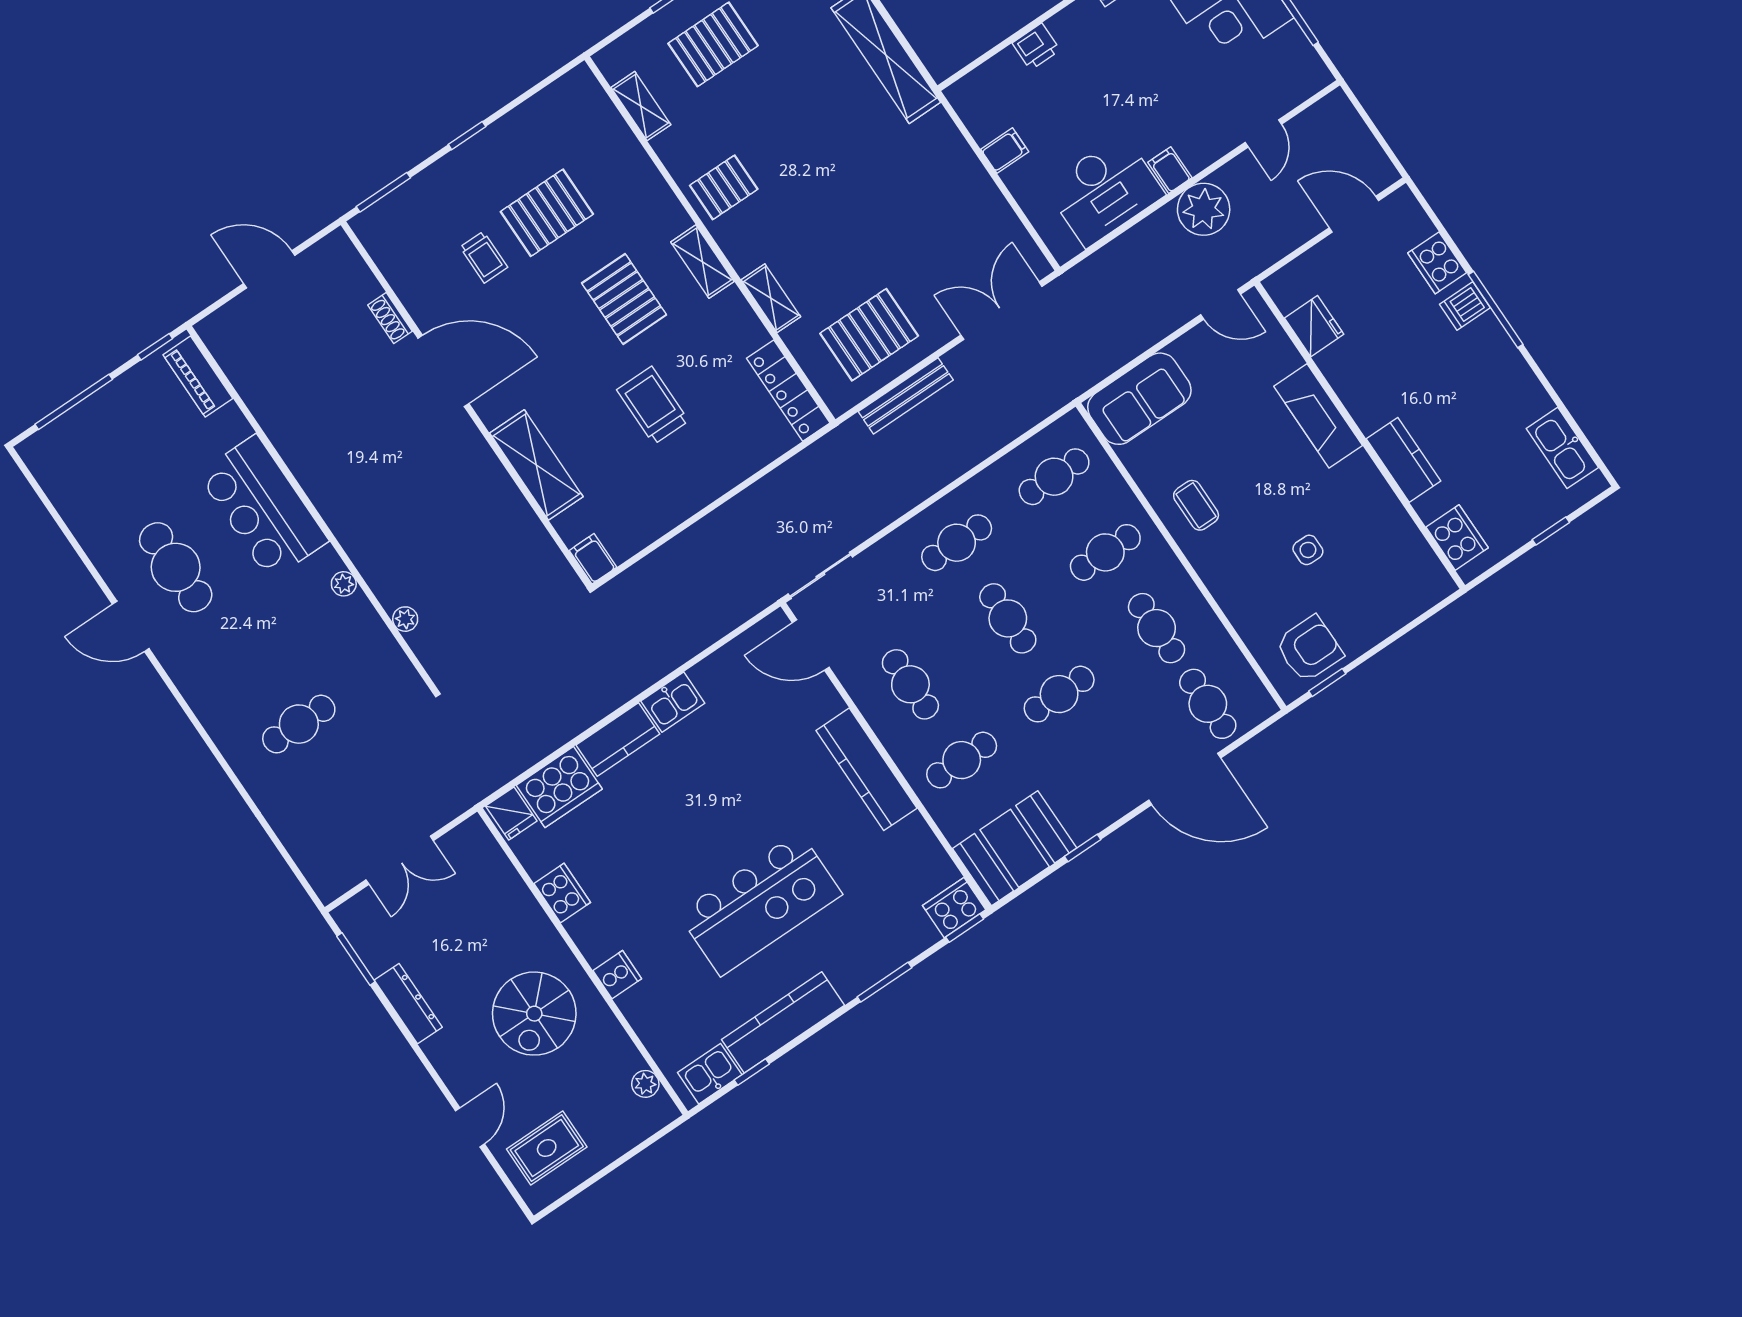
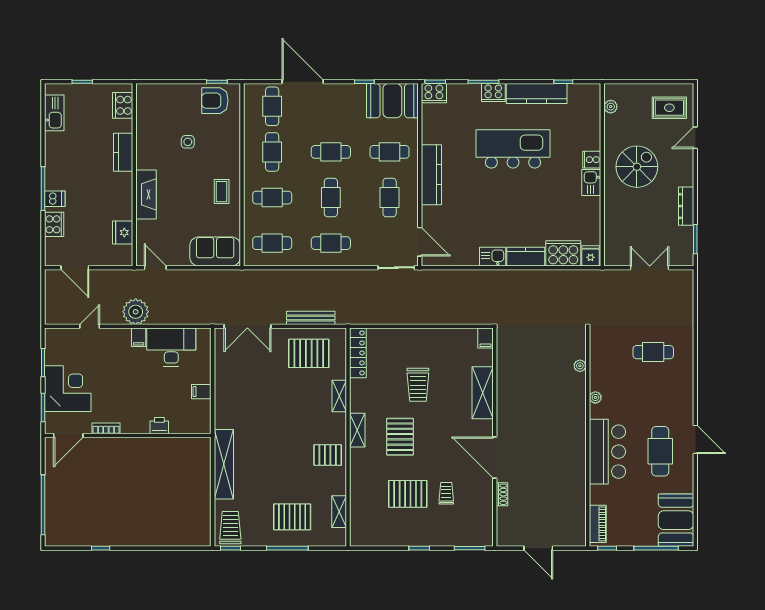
booth: (72, 471) -> (676, 520), added
cooker: (562, 893) -> (493, 93), moved, turned -90
kitchen sink: (710, 1074) -> (591, 183), moved, turned 90

